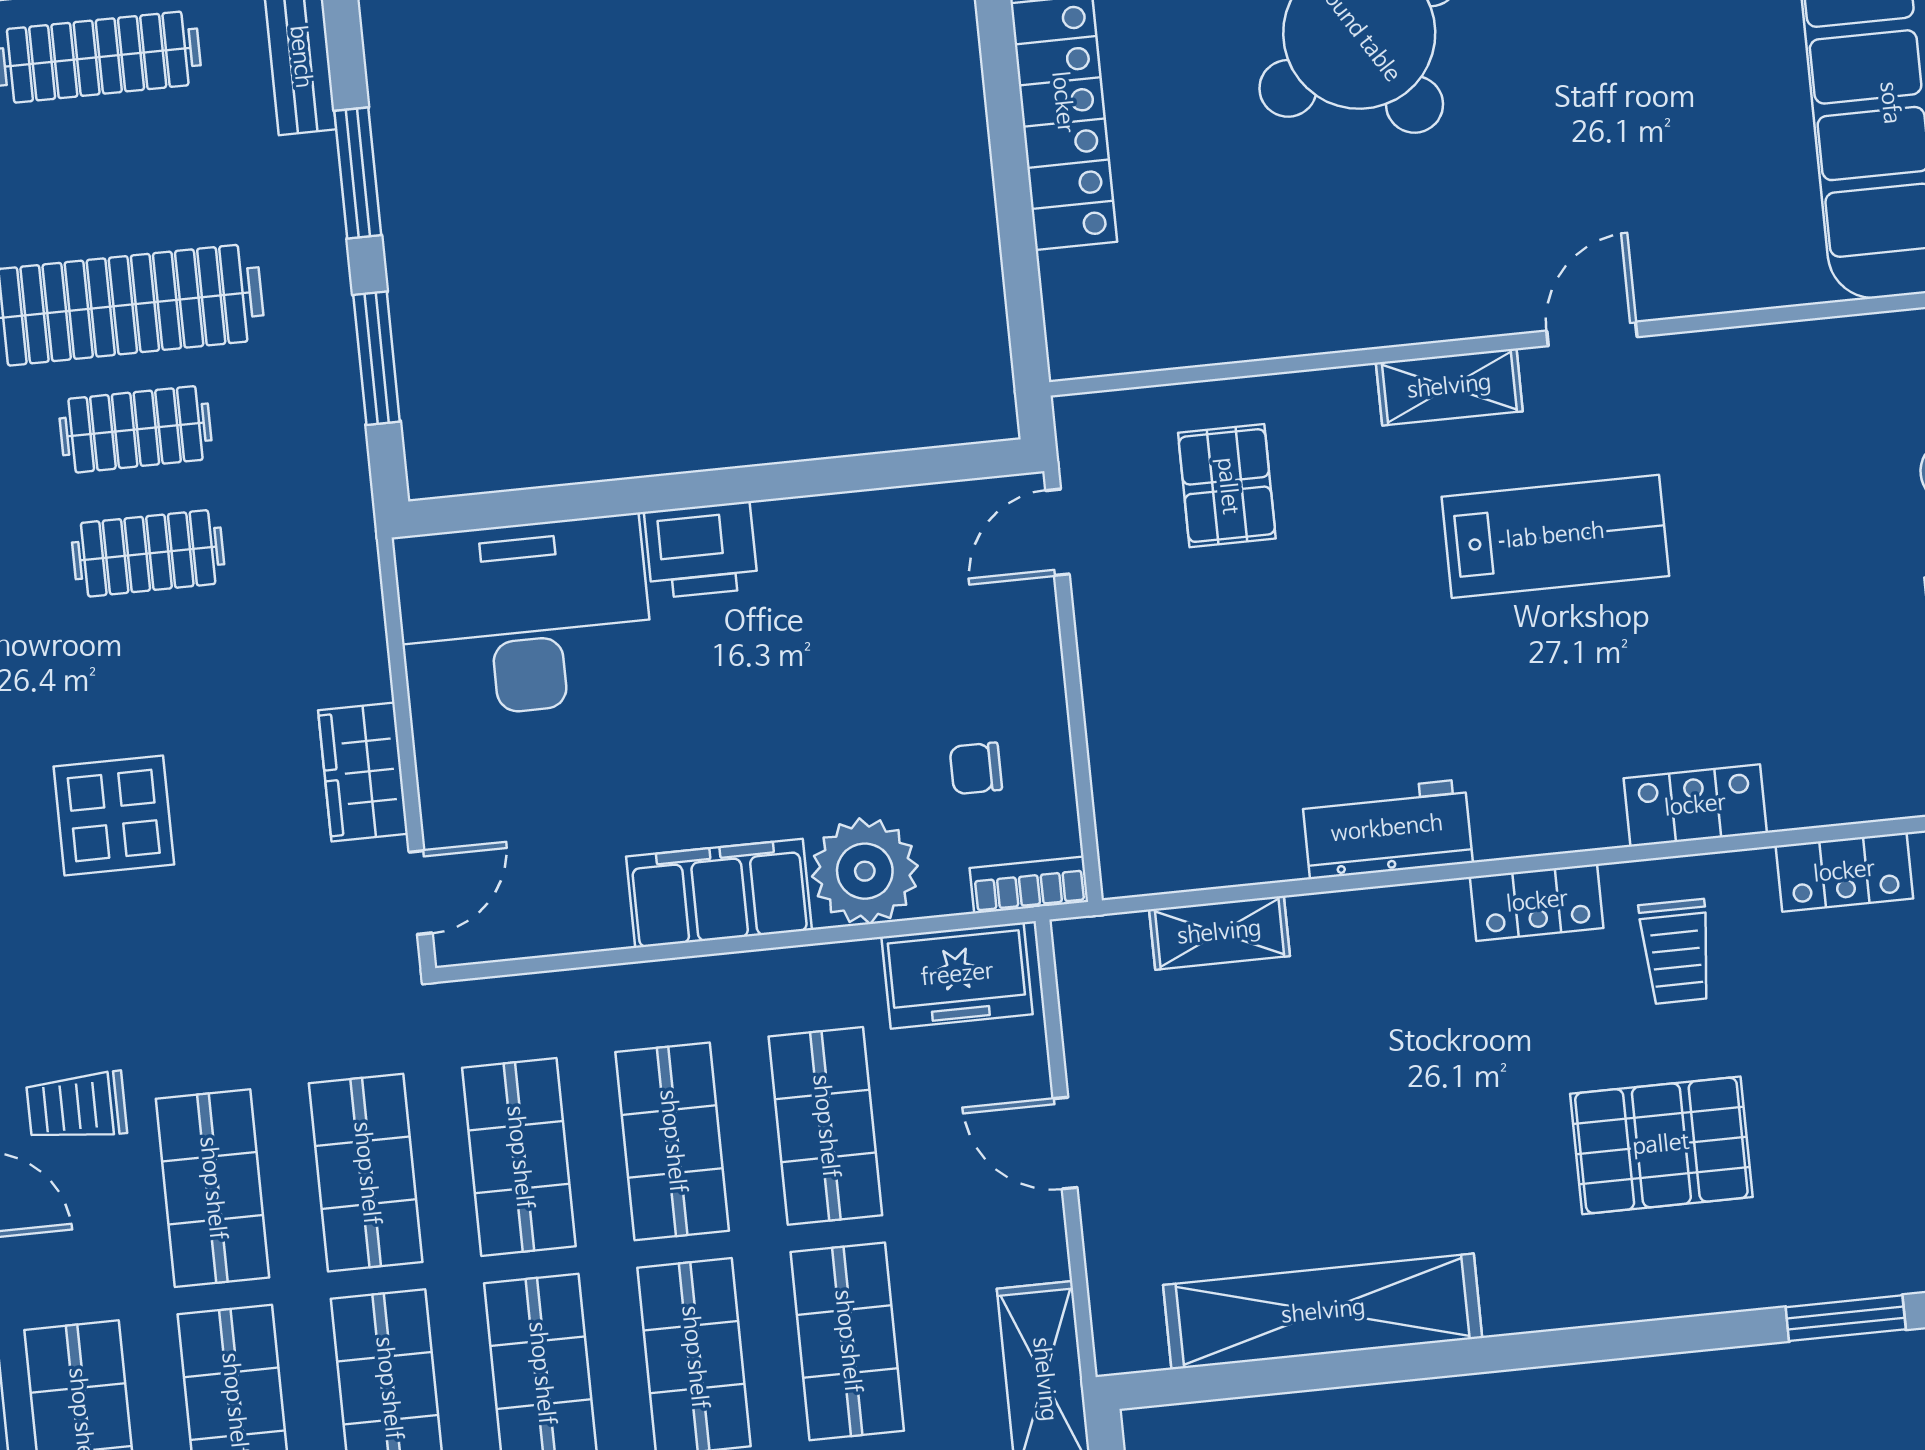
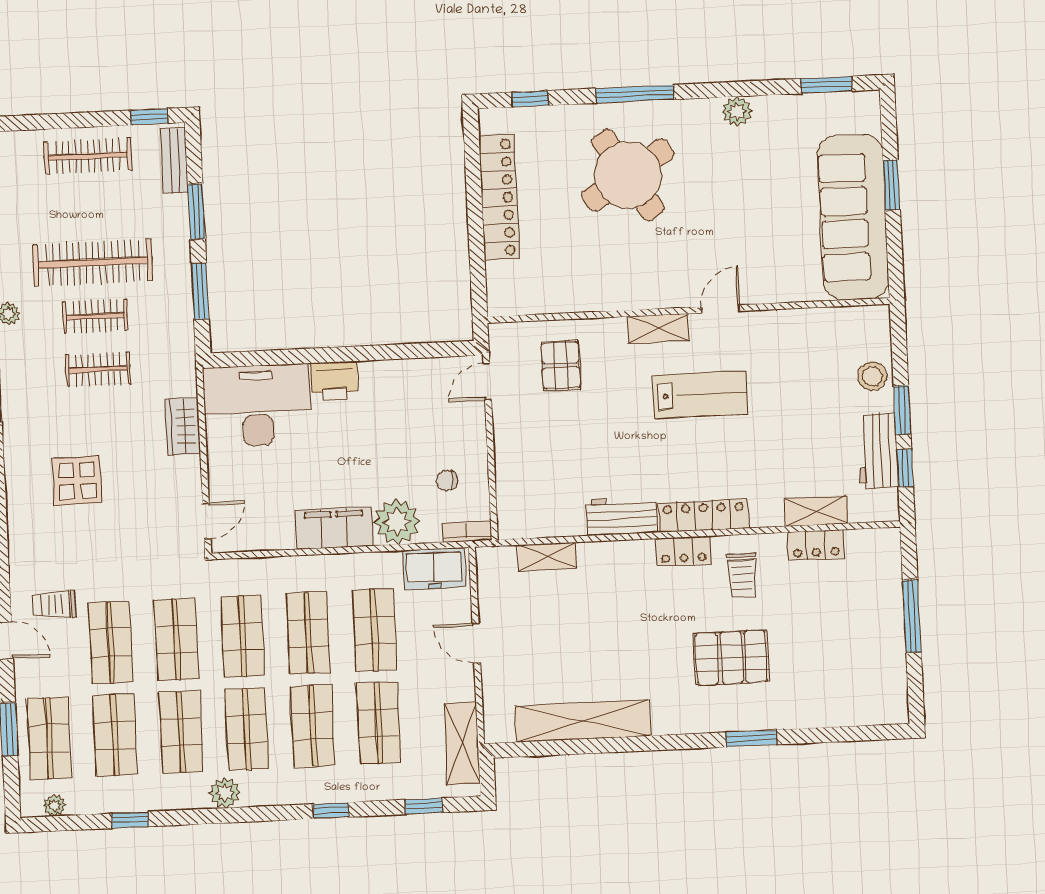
wardrobe: (363, 772) -> (183, 427), moved
shelving: (1841, 793) -> (816, 511), added
locker: (1695, 806) -> (704, 515), moved, width x1.53
window: (1846, 1318) -> (751, 738), moved

